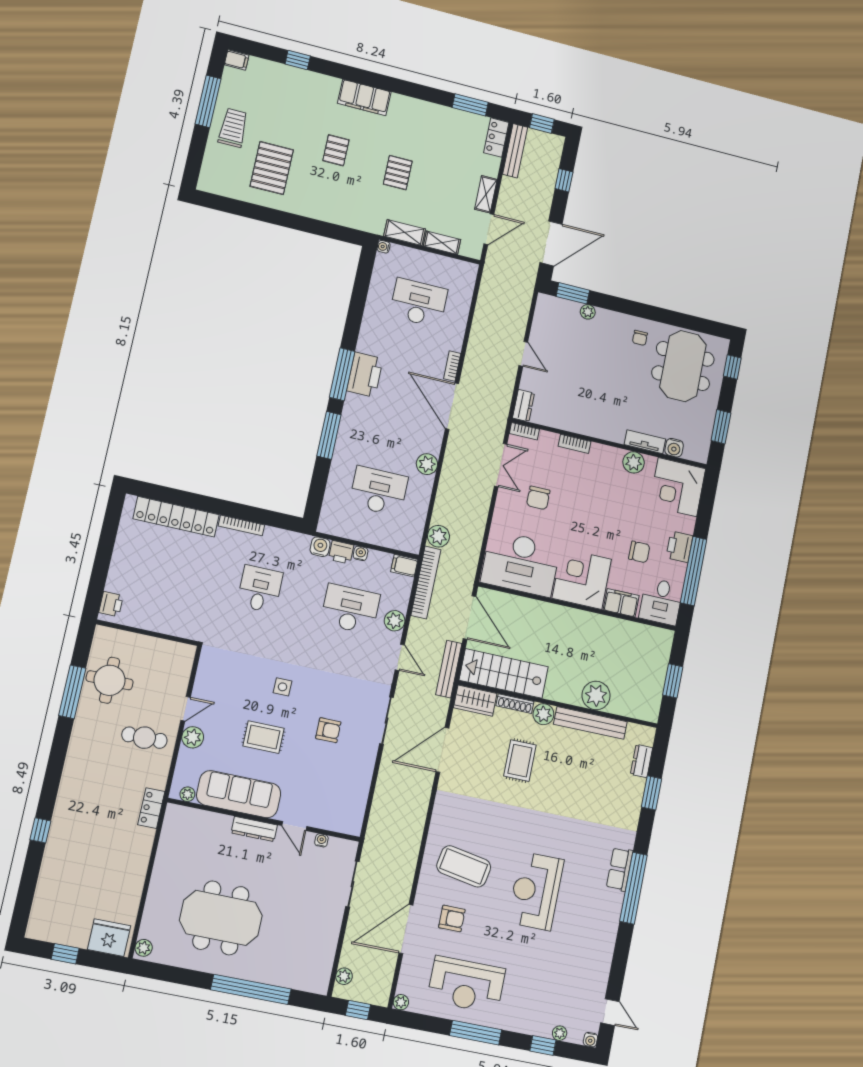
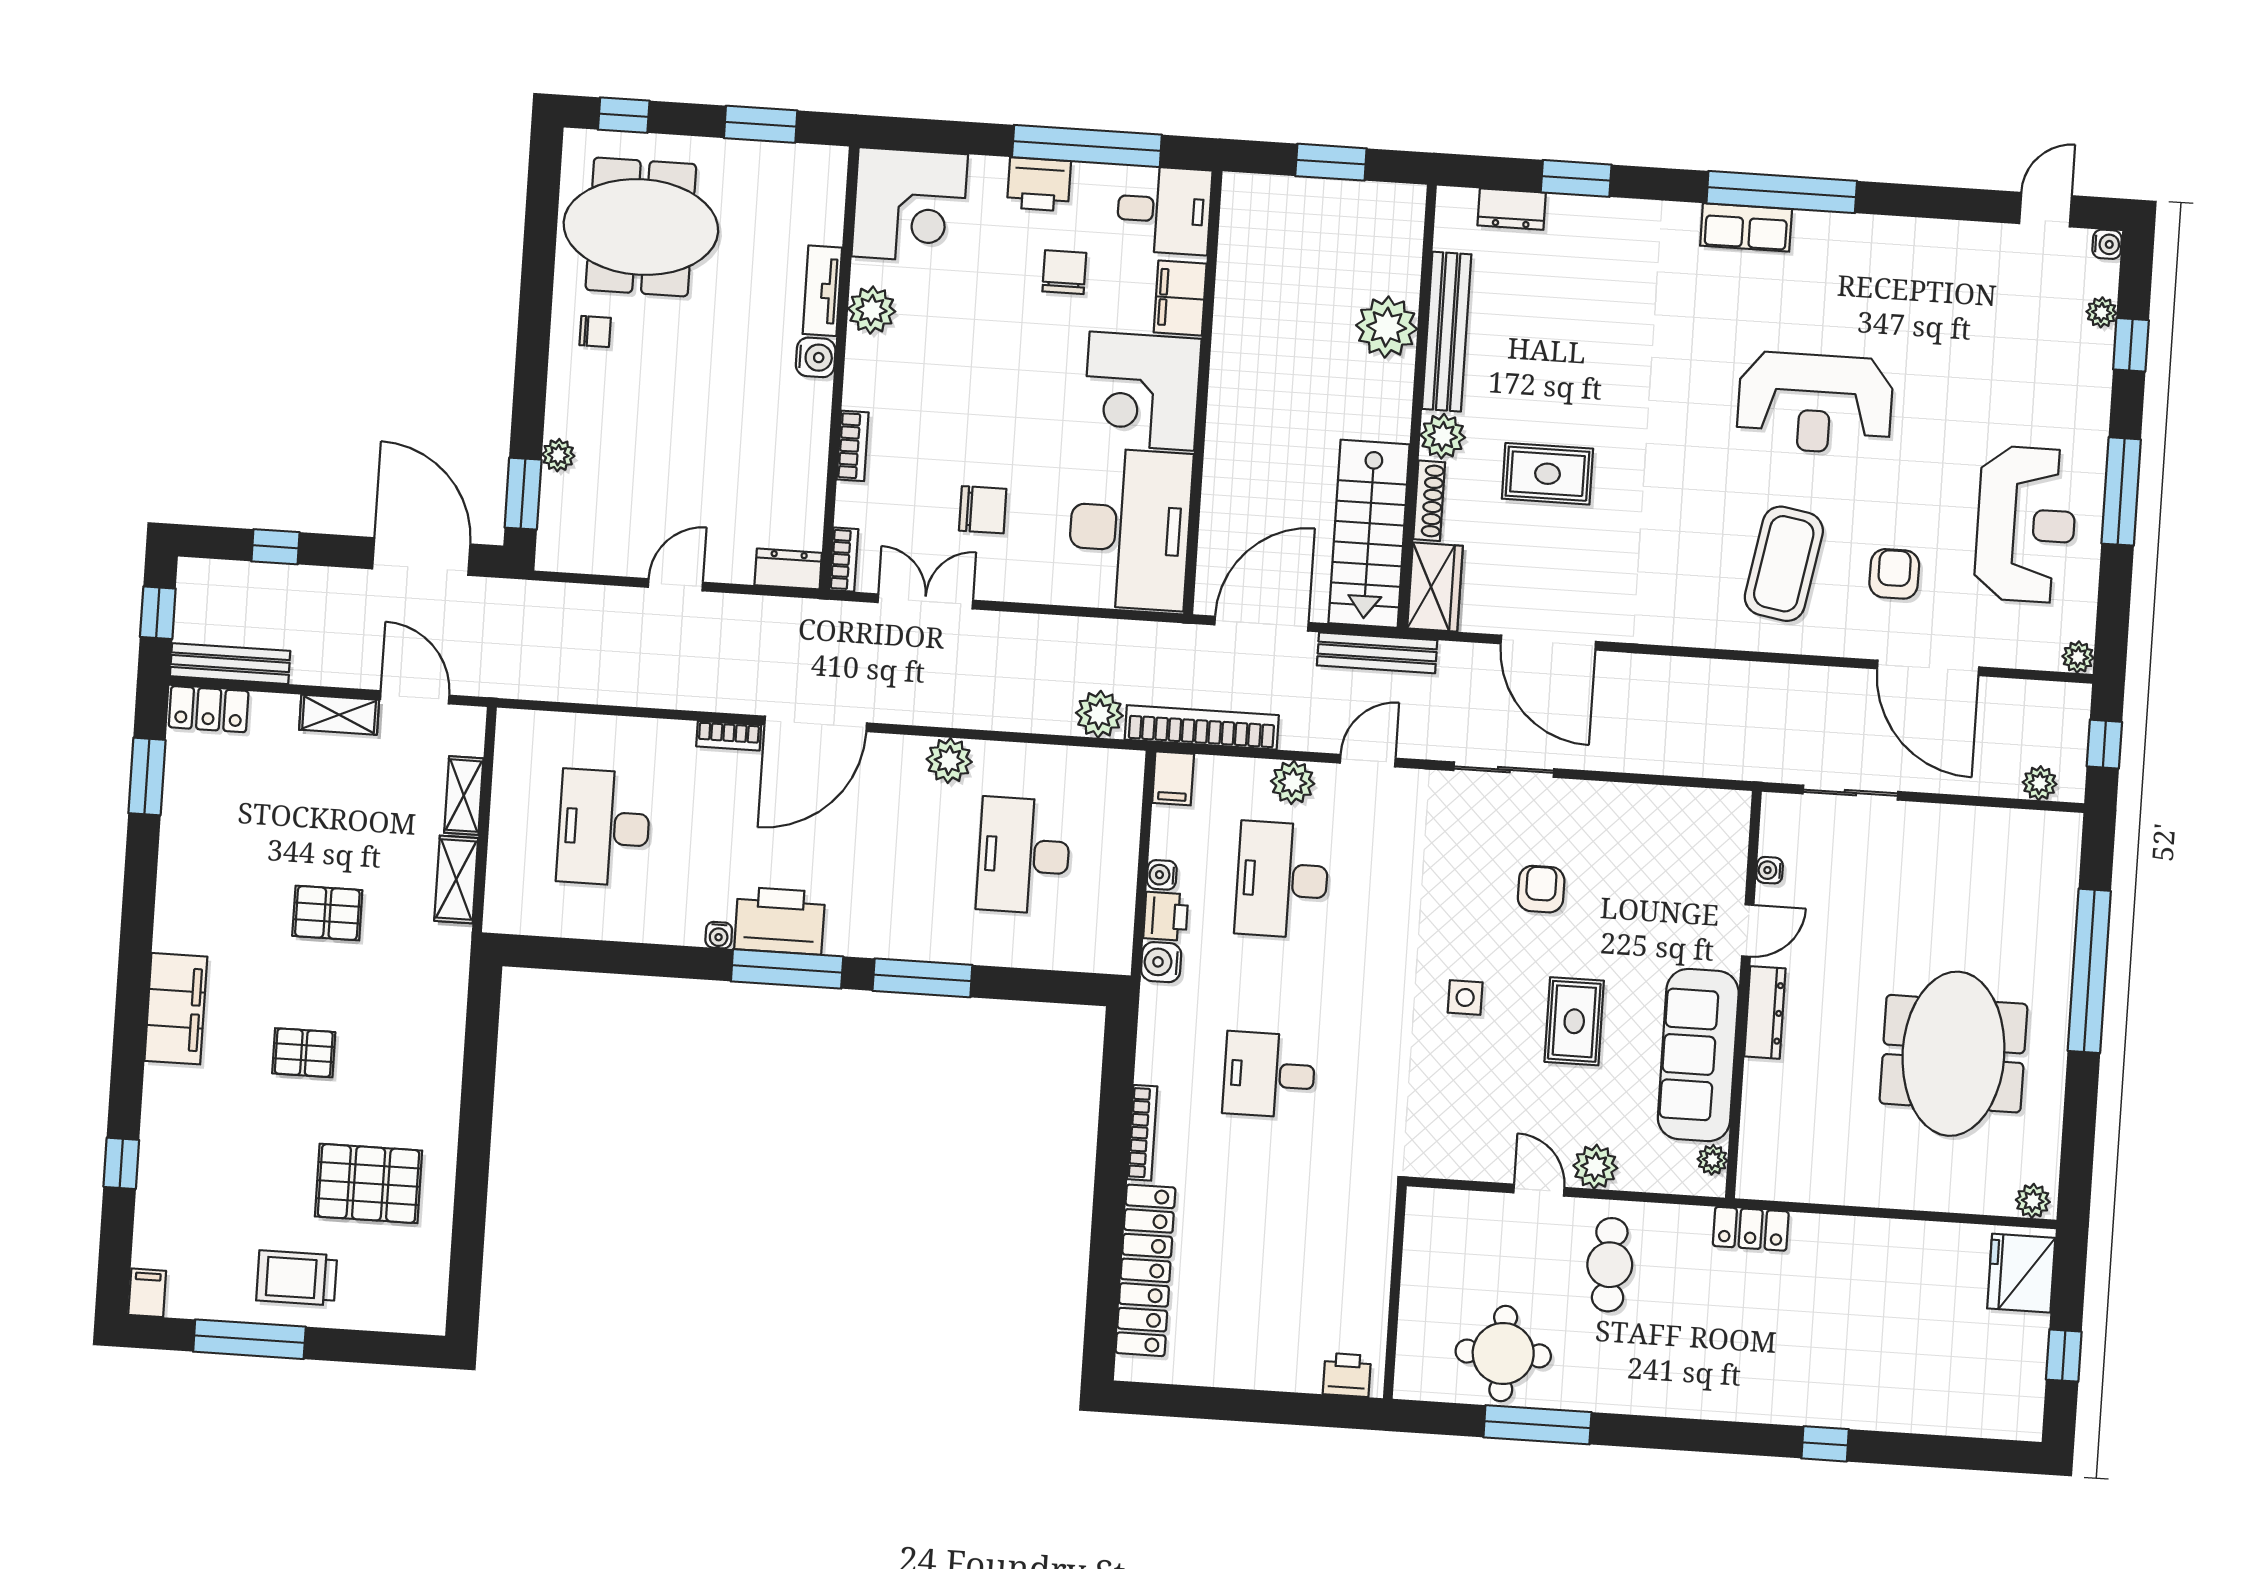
water cooler: (384, 247) -> (719, 935), moved
water cooler: (674, 448) -> (816, 357), moved

